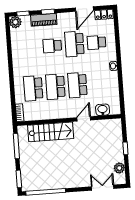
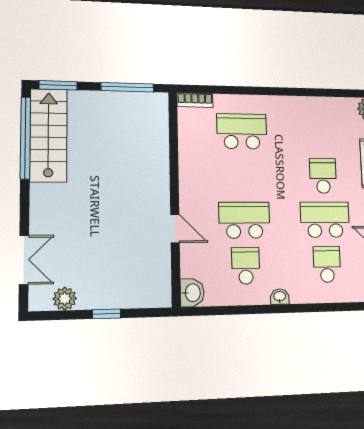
school desk: (55, 87) -> (246, 266), moved, width x0.54
washbasin: (103, 110) -> (192, 293), moved
stairs: (51, 132) -> (48, 135), moved, turned 180

